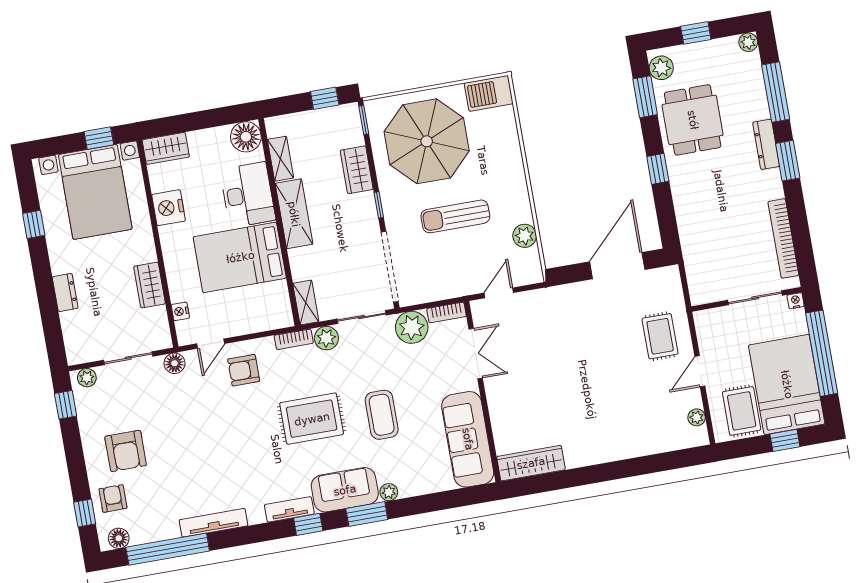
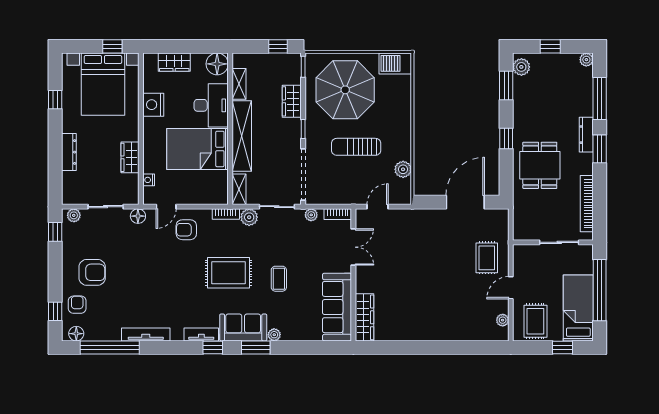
dining table: (693, 120) -> (540, 165), moved
wardrobe: (166, 148) -> (174, 62), moved
shelving: (294, 214) -> (242, 136), width x1.47
dresser: (65, 293) -> (69, 152), width x1.44
nightstand: (796, 301) -> (588, 250), removed
plant: (412, 327) -> (311, 215), width x0.53, depth x0.53
bed: (787, 384) -> (578, 308), width x0.67
coffee table: (382, 415) -> (279, 279), width x0.73, depth x0.77
armchair: (126, 451) -> (92, 272), turned -90
wardrobe: (531, 463) -> (364, 317), moved, turned 90

